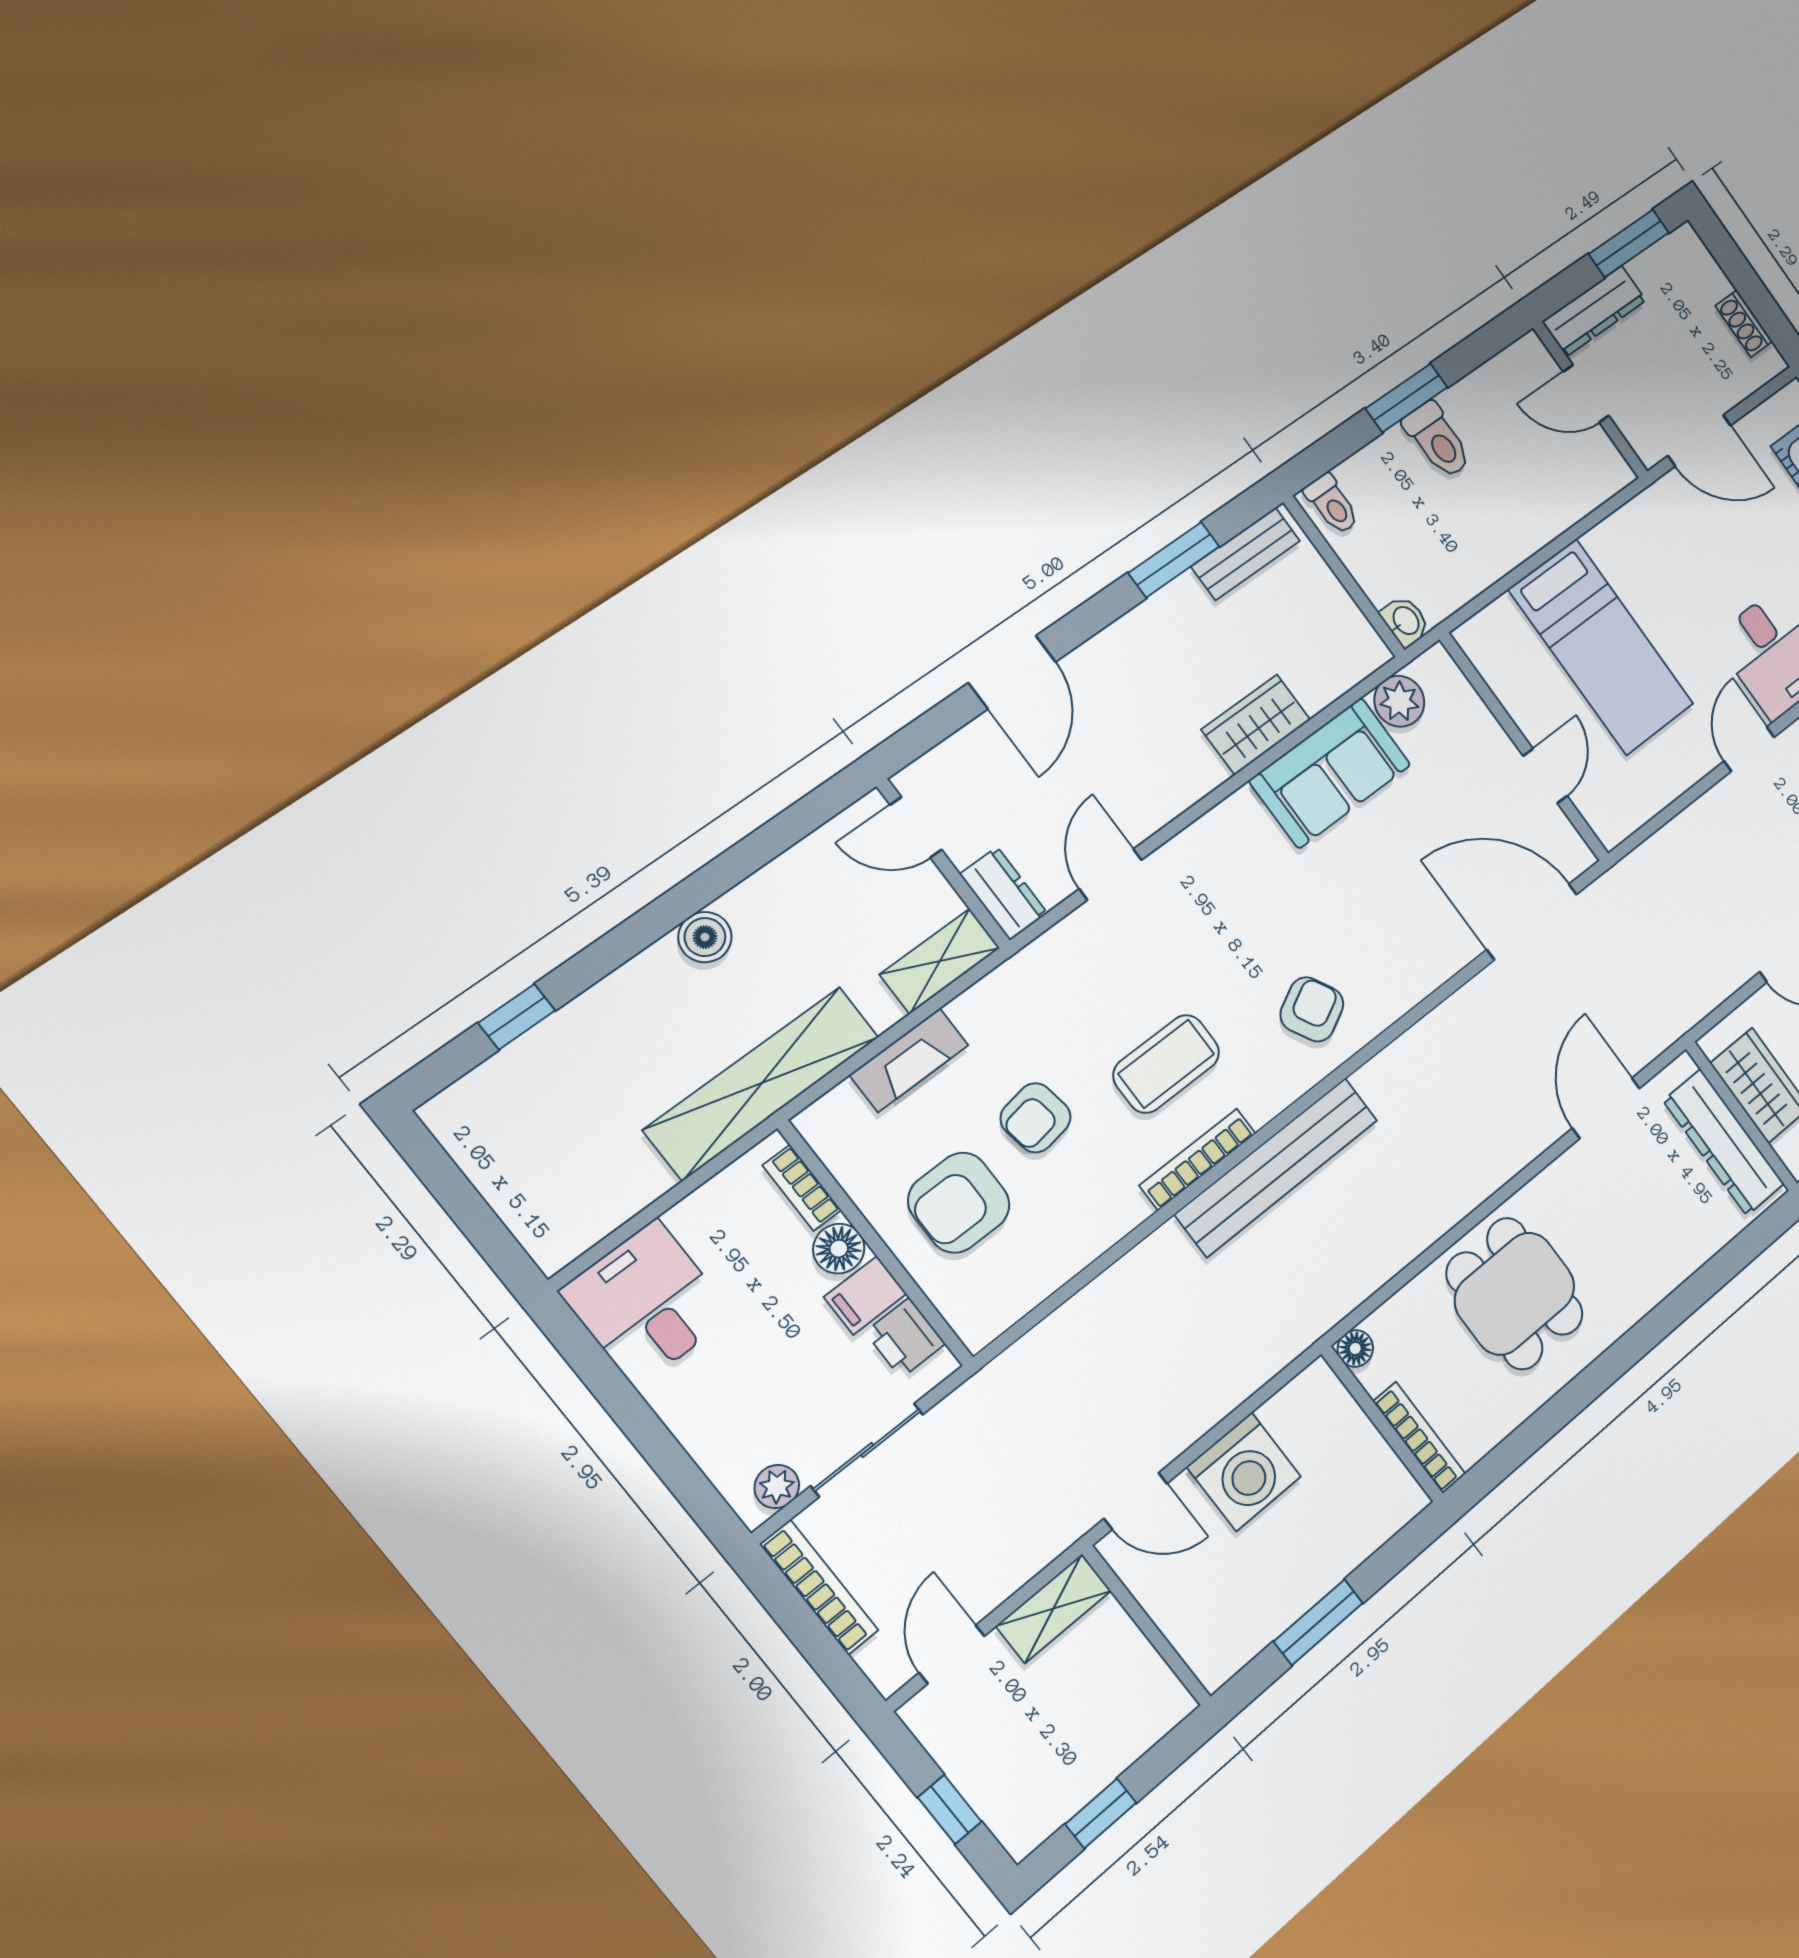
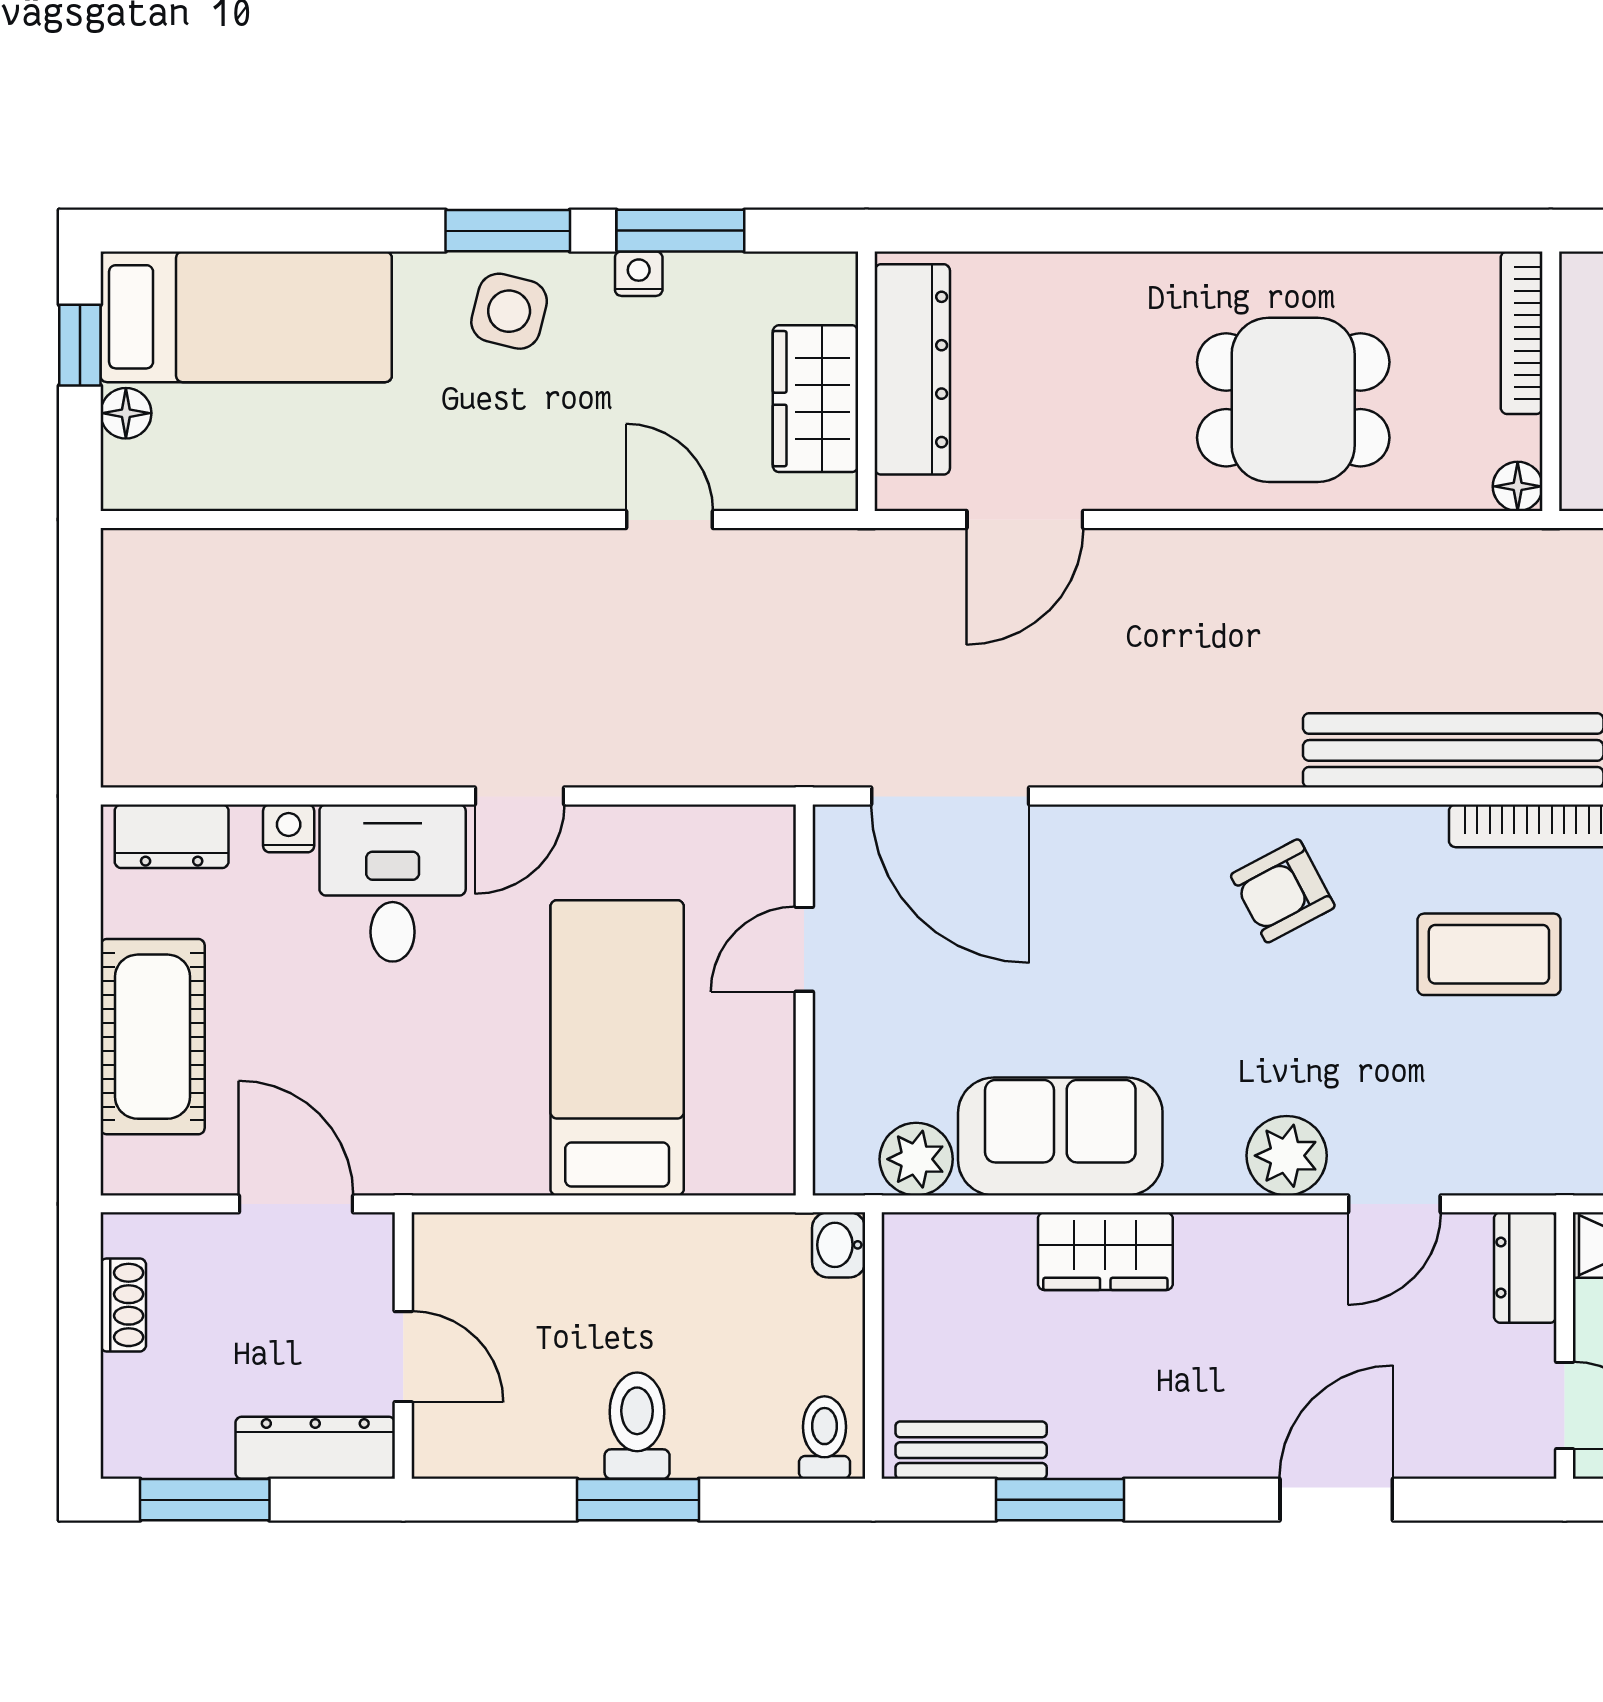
plant: (1195, 856) -> (1287, 1156), added
dining table: (1515, 1294) -> (1293, 400), turned 90

